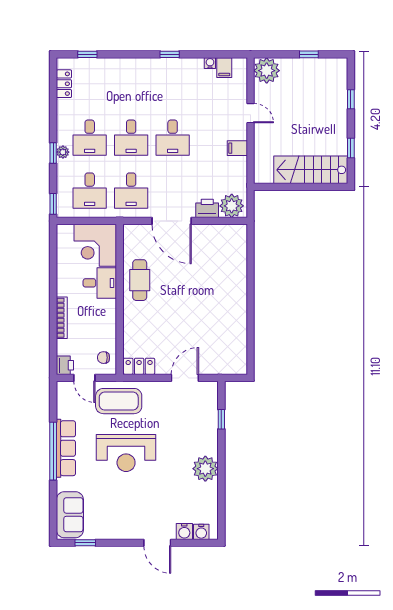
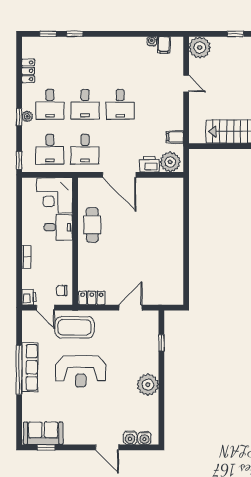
window: (170, 54) -> (75, 34), moved
locker: (64, 84) -> (28, 71), moved
filing cabinet: (237, 148) -> (175, 137), moved
bookcase: (62, 318) -> (26, 257), width x0.64
sofa: (70, 515) -> (43, 433), moved, turned -90

